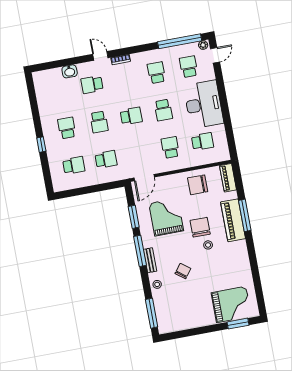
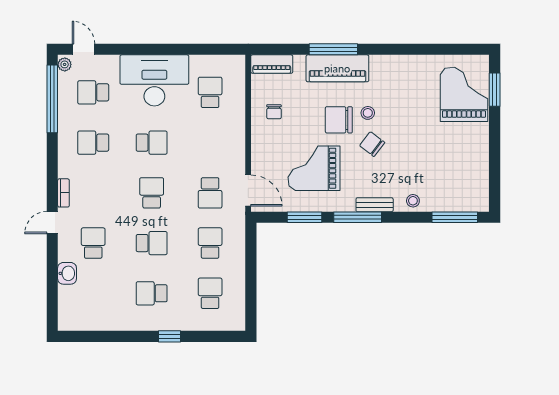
school desk: (92, 85) -> (93, 243), turned 180
school desk: (170, 147) -> (210, 193), moved, turned -90
chair: (198, 185) -> (274, 112), width x0.54, depth x0.54
chair: (183, 271) -> (372, 144), moved

